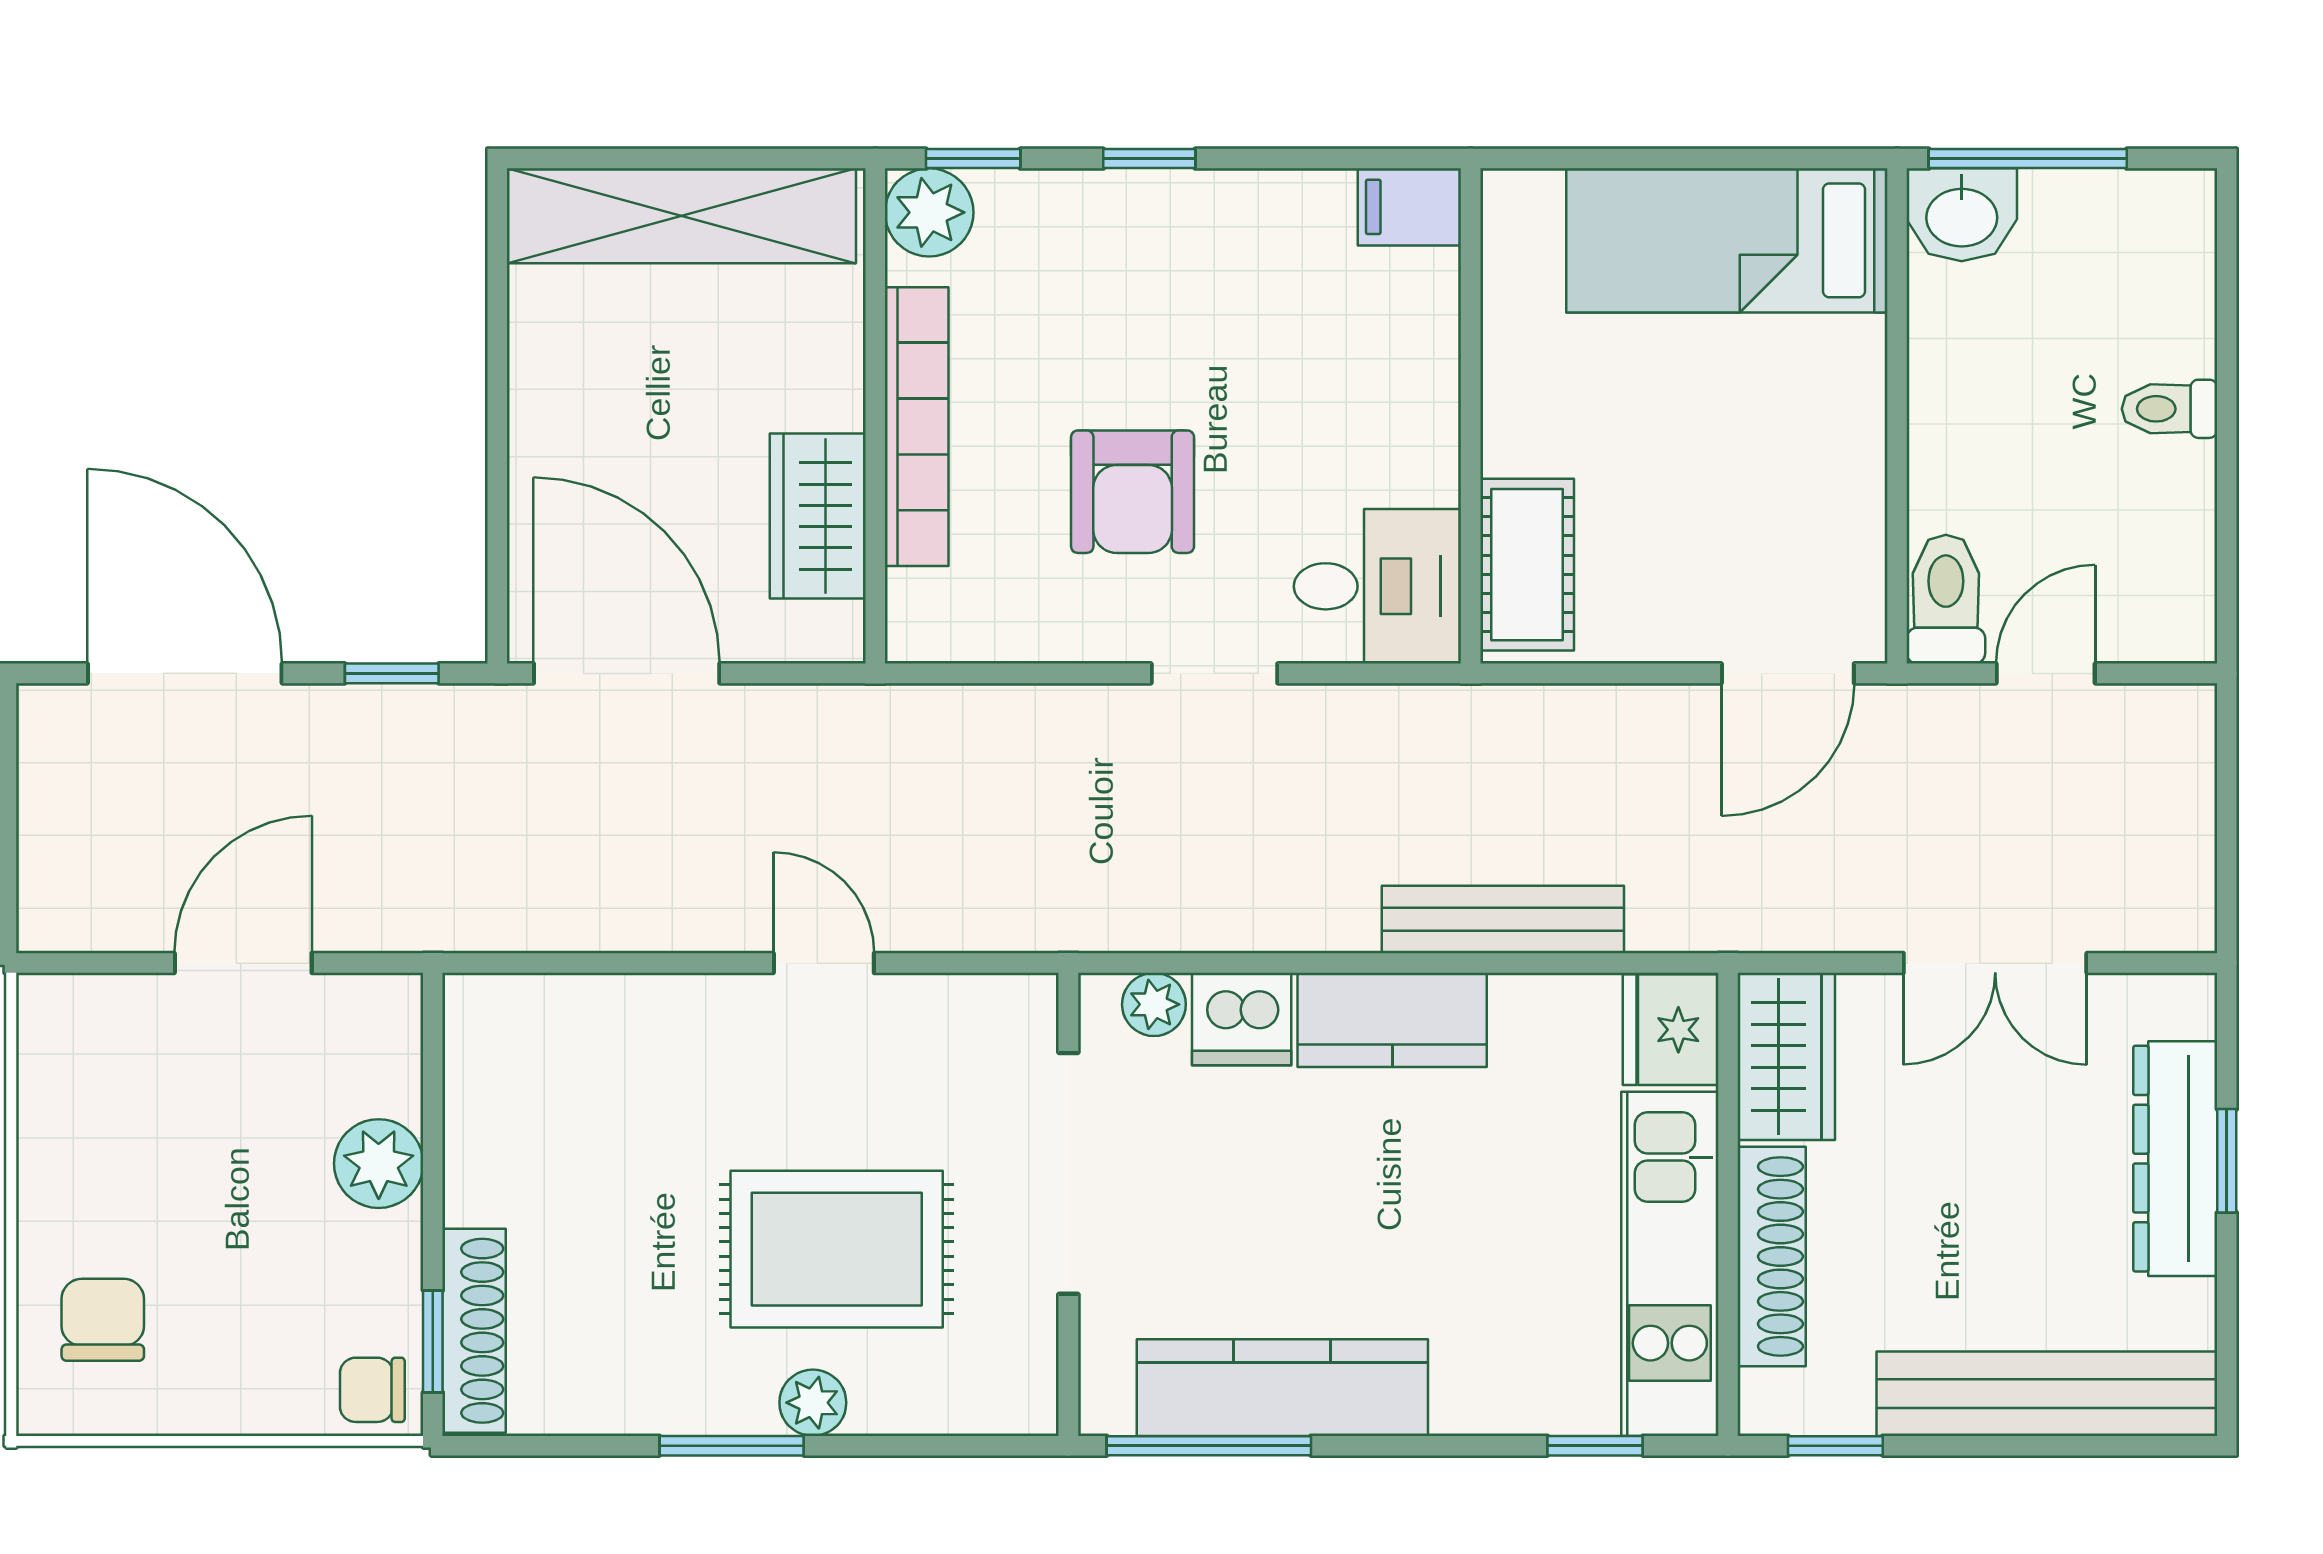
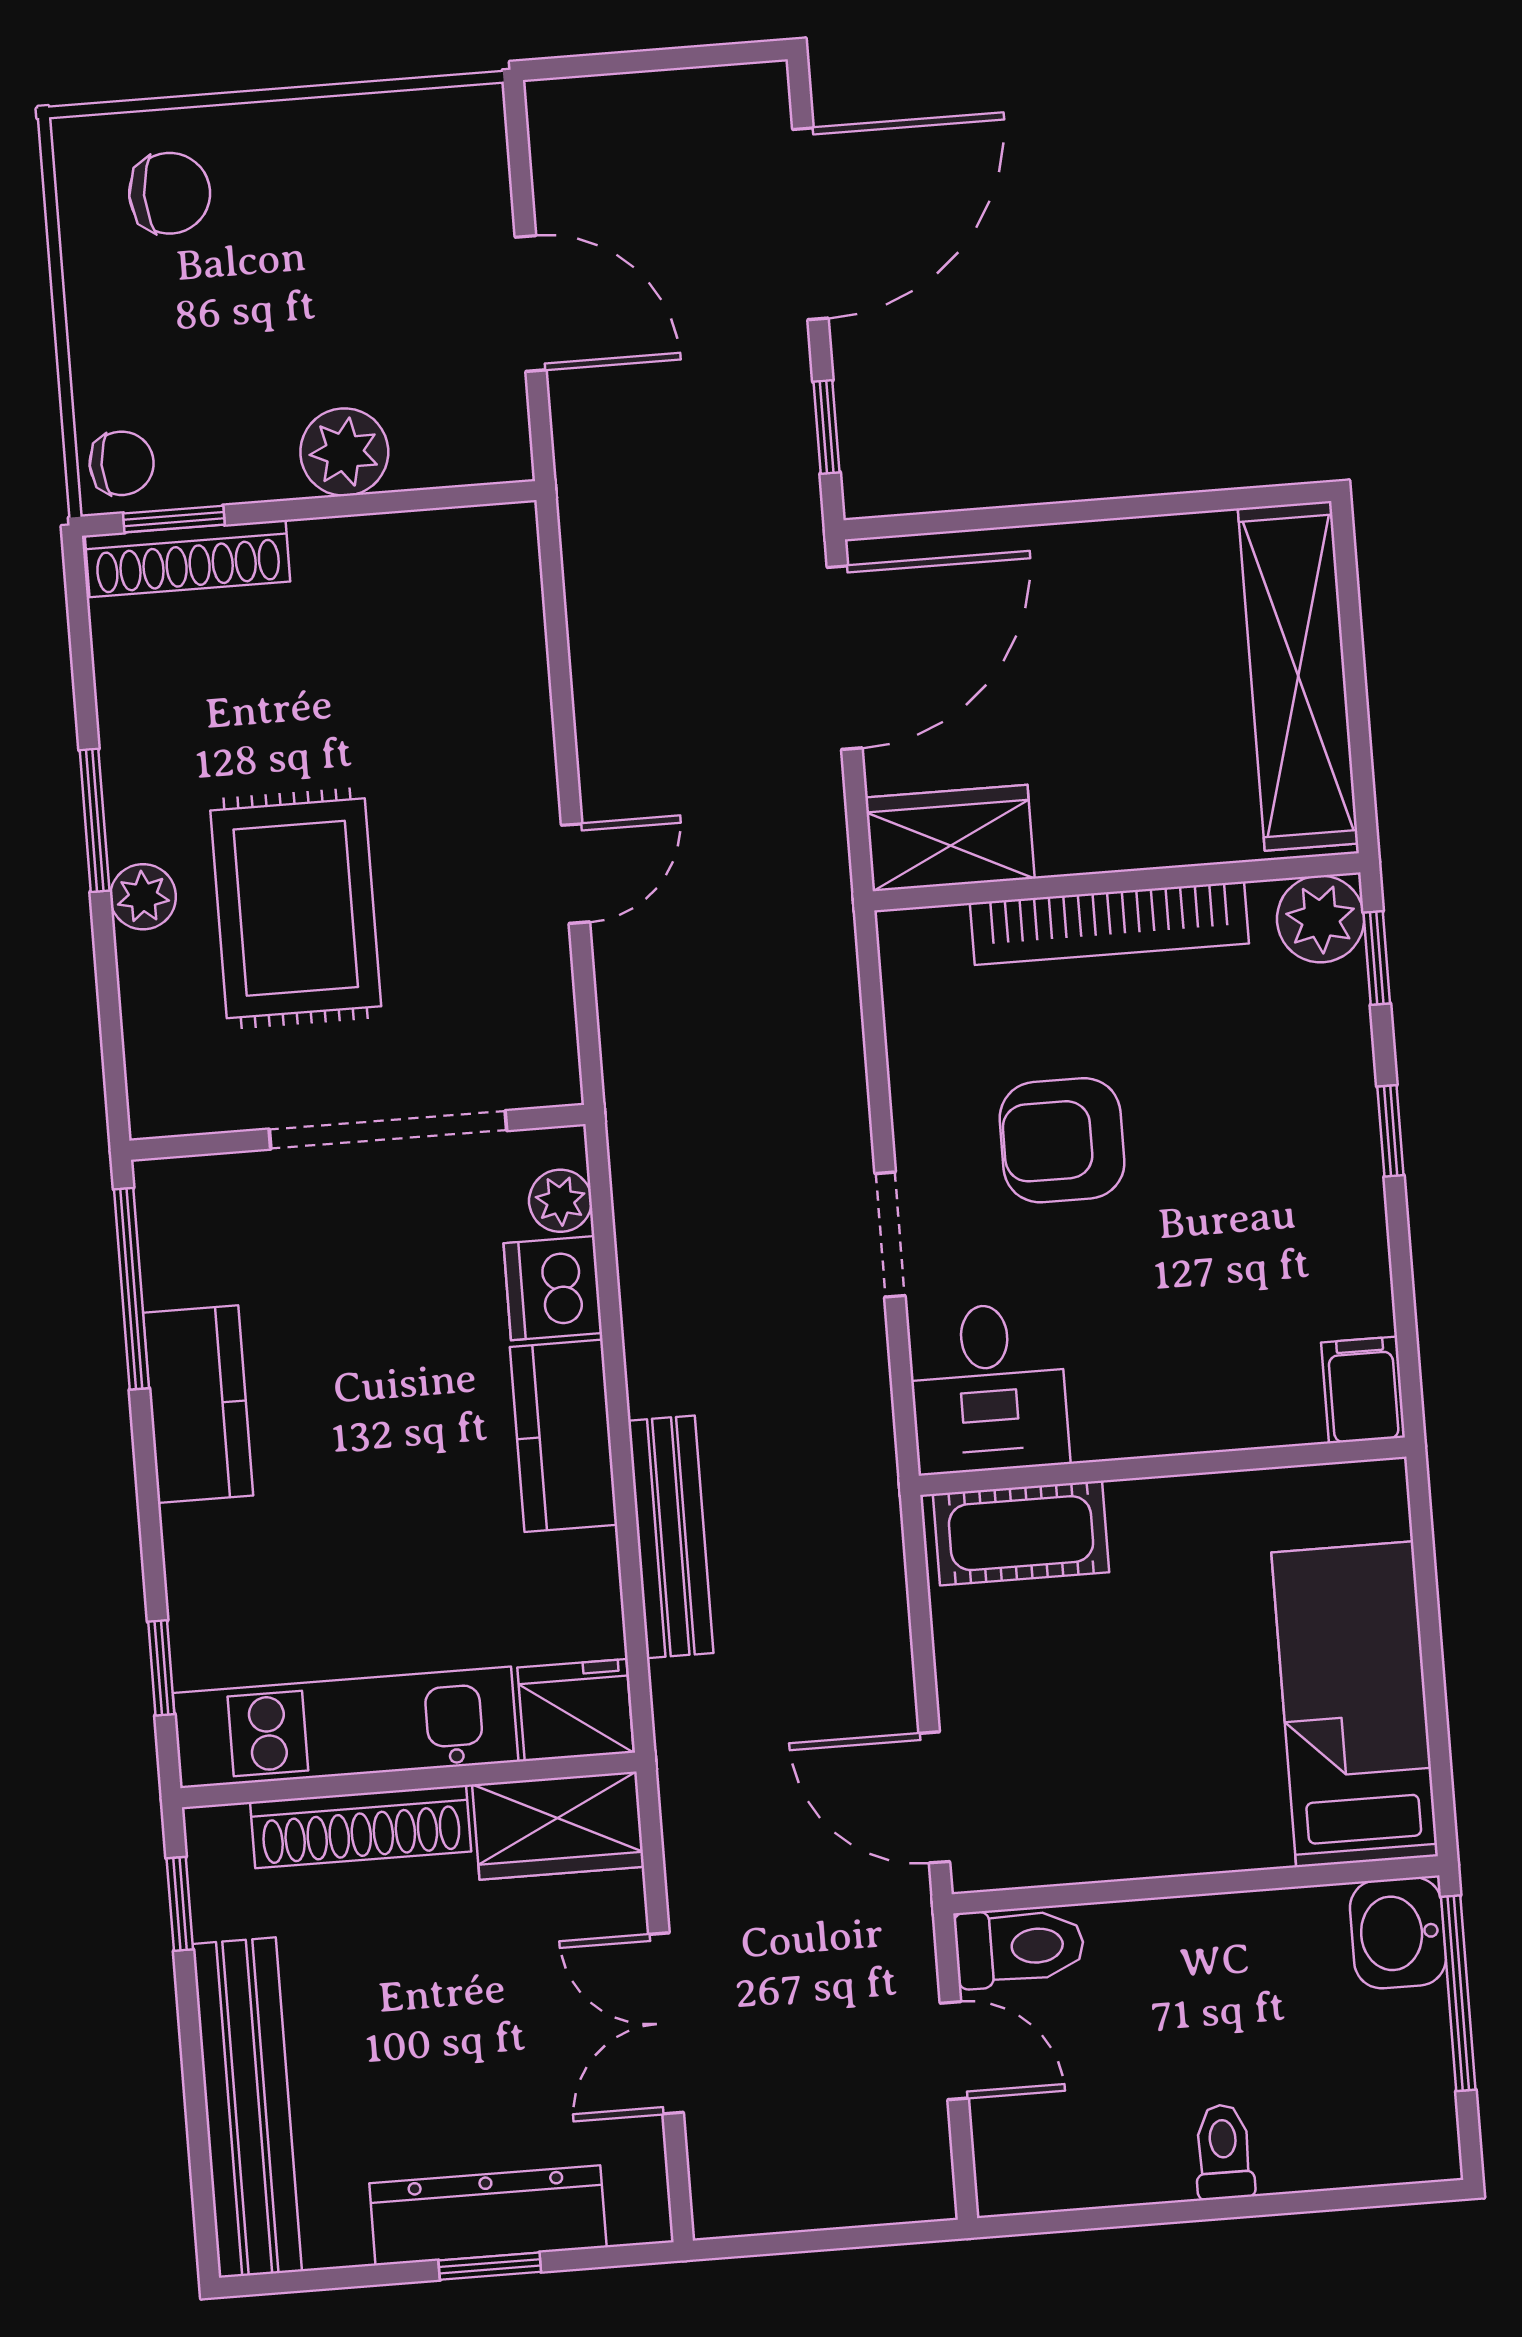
wardrobe: (818, 516) -> (950, 838), moved
kitchen counter: (1282, 1388) -> (198, 1404), width x0.67
chair: (372, 1390) -> (122, 463), turned 90

